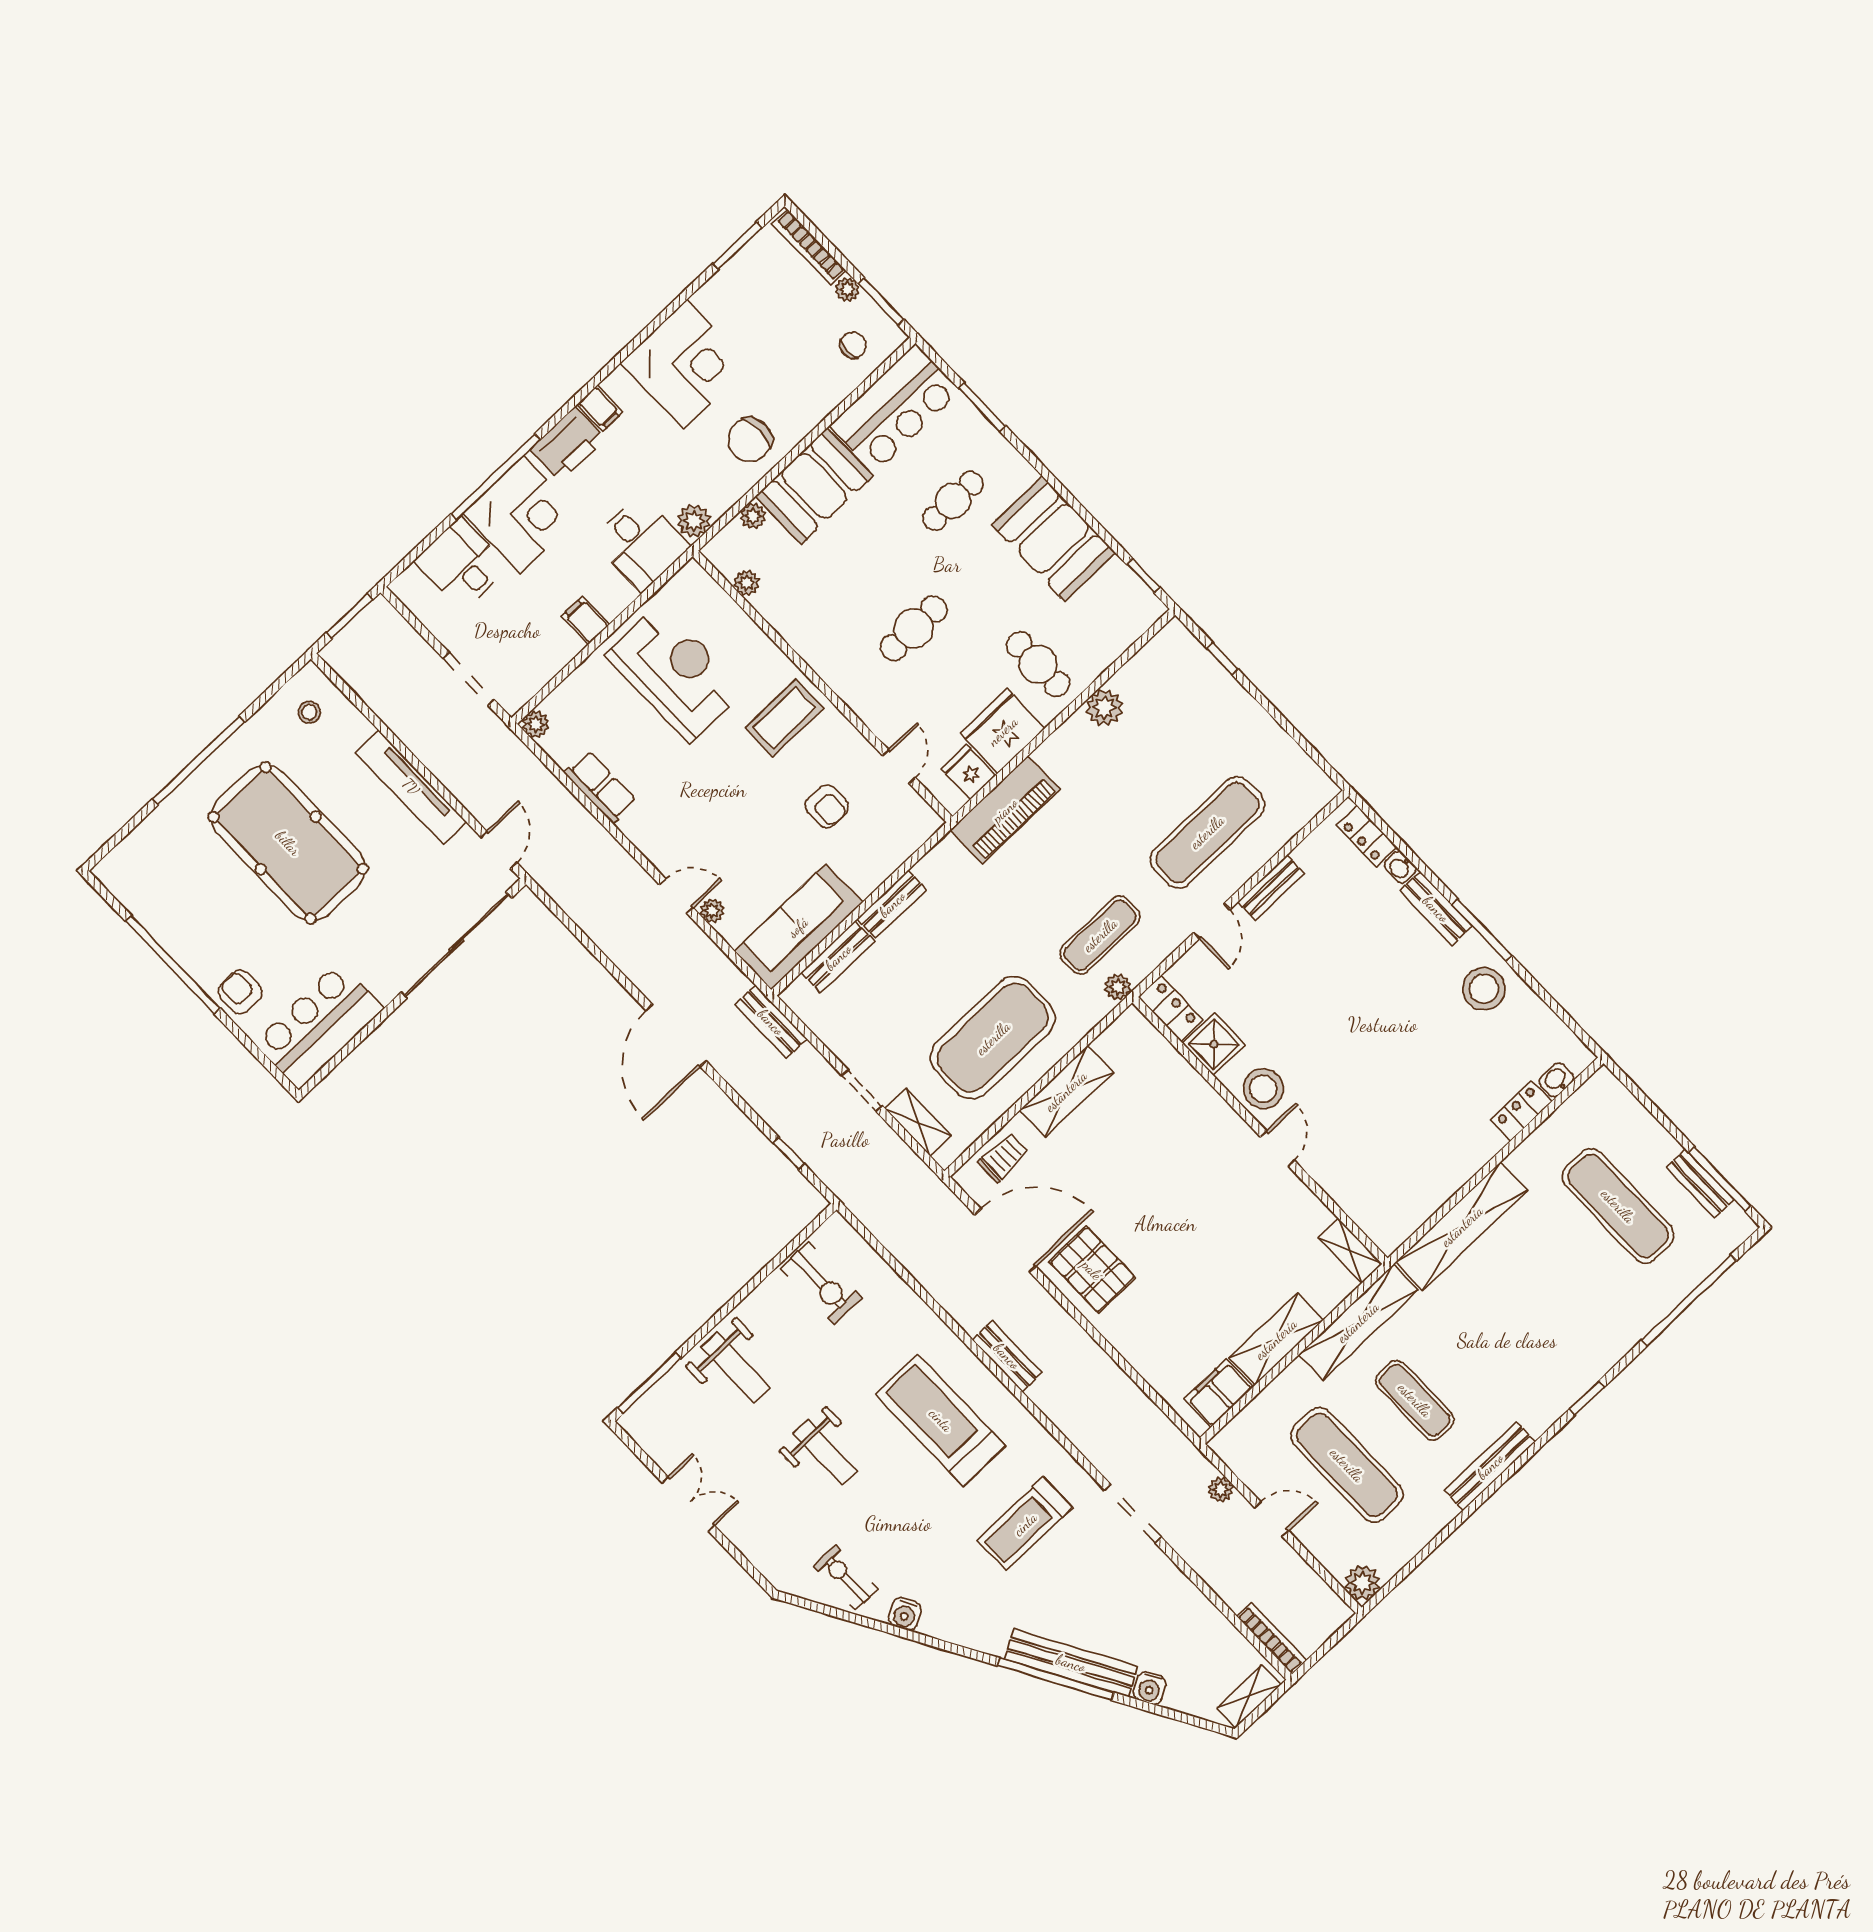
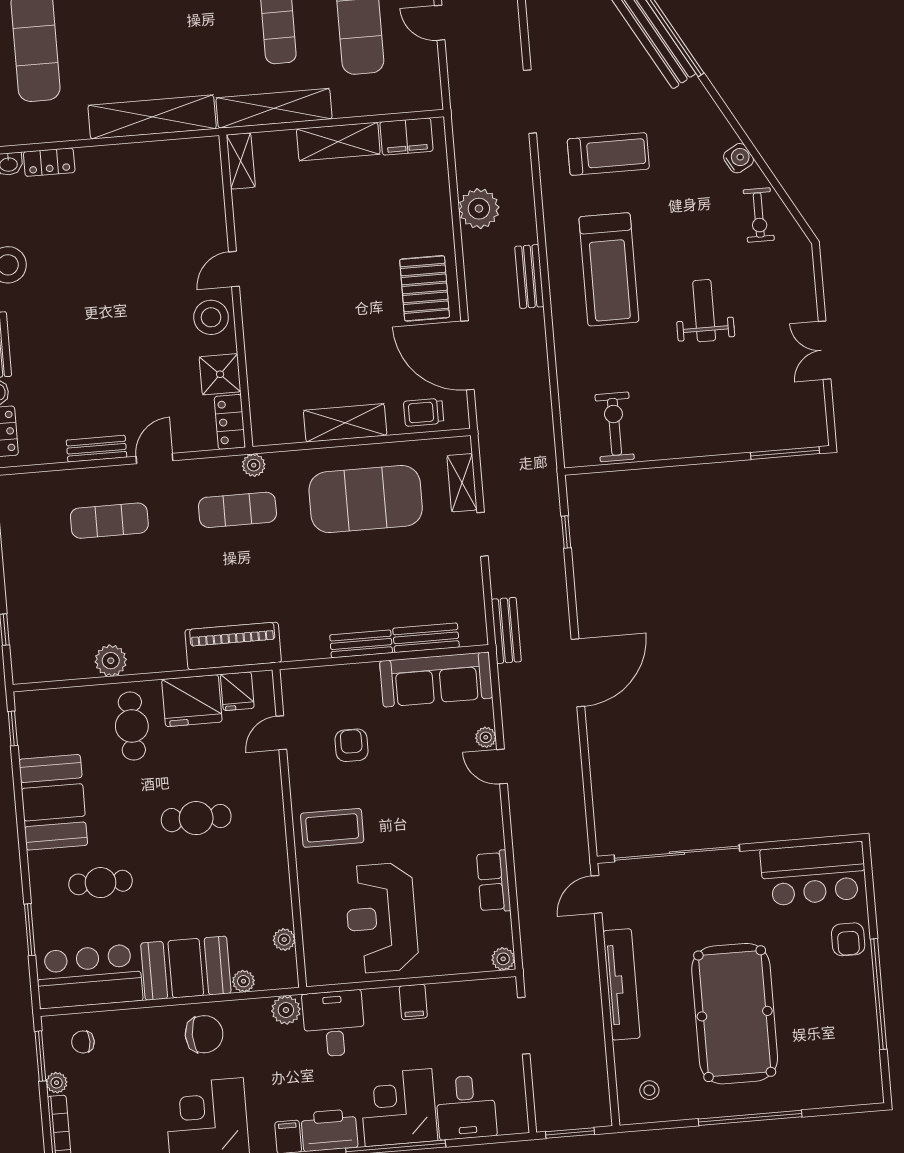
exercise mat: (1207, 832) -> (109, 521), width x0.73, depth x0.69
weight bench: (735, 1367) -> (719, 417), removed
plant: (1221, 1490) -> (479, 209), moved, width x1.88, depth x1.88

